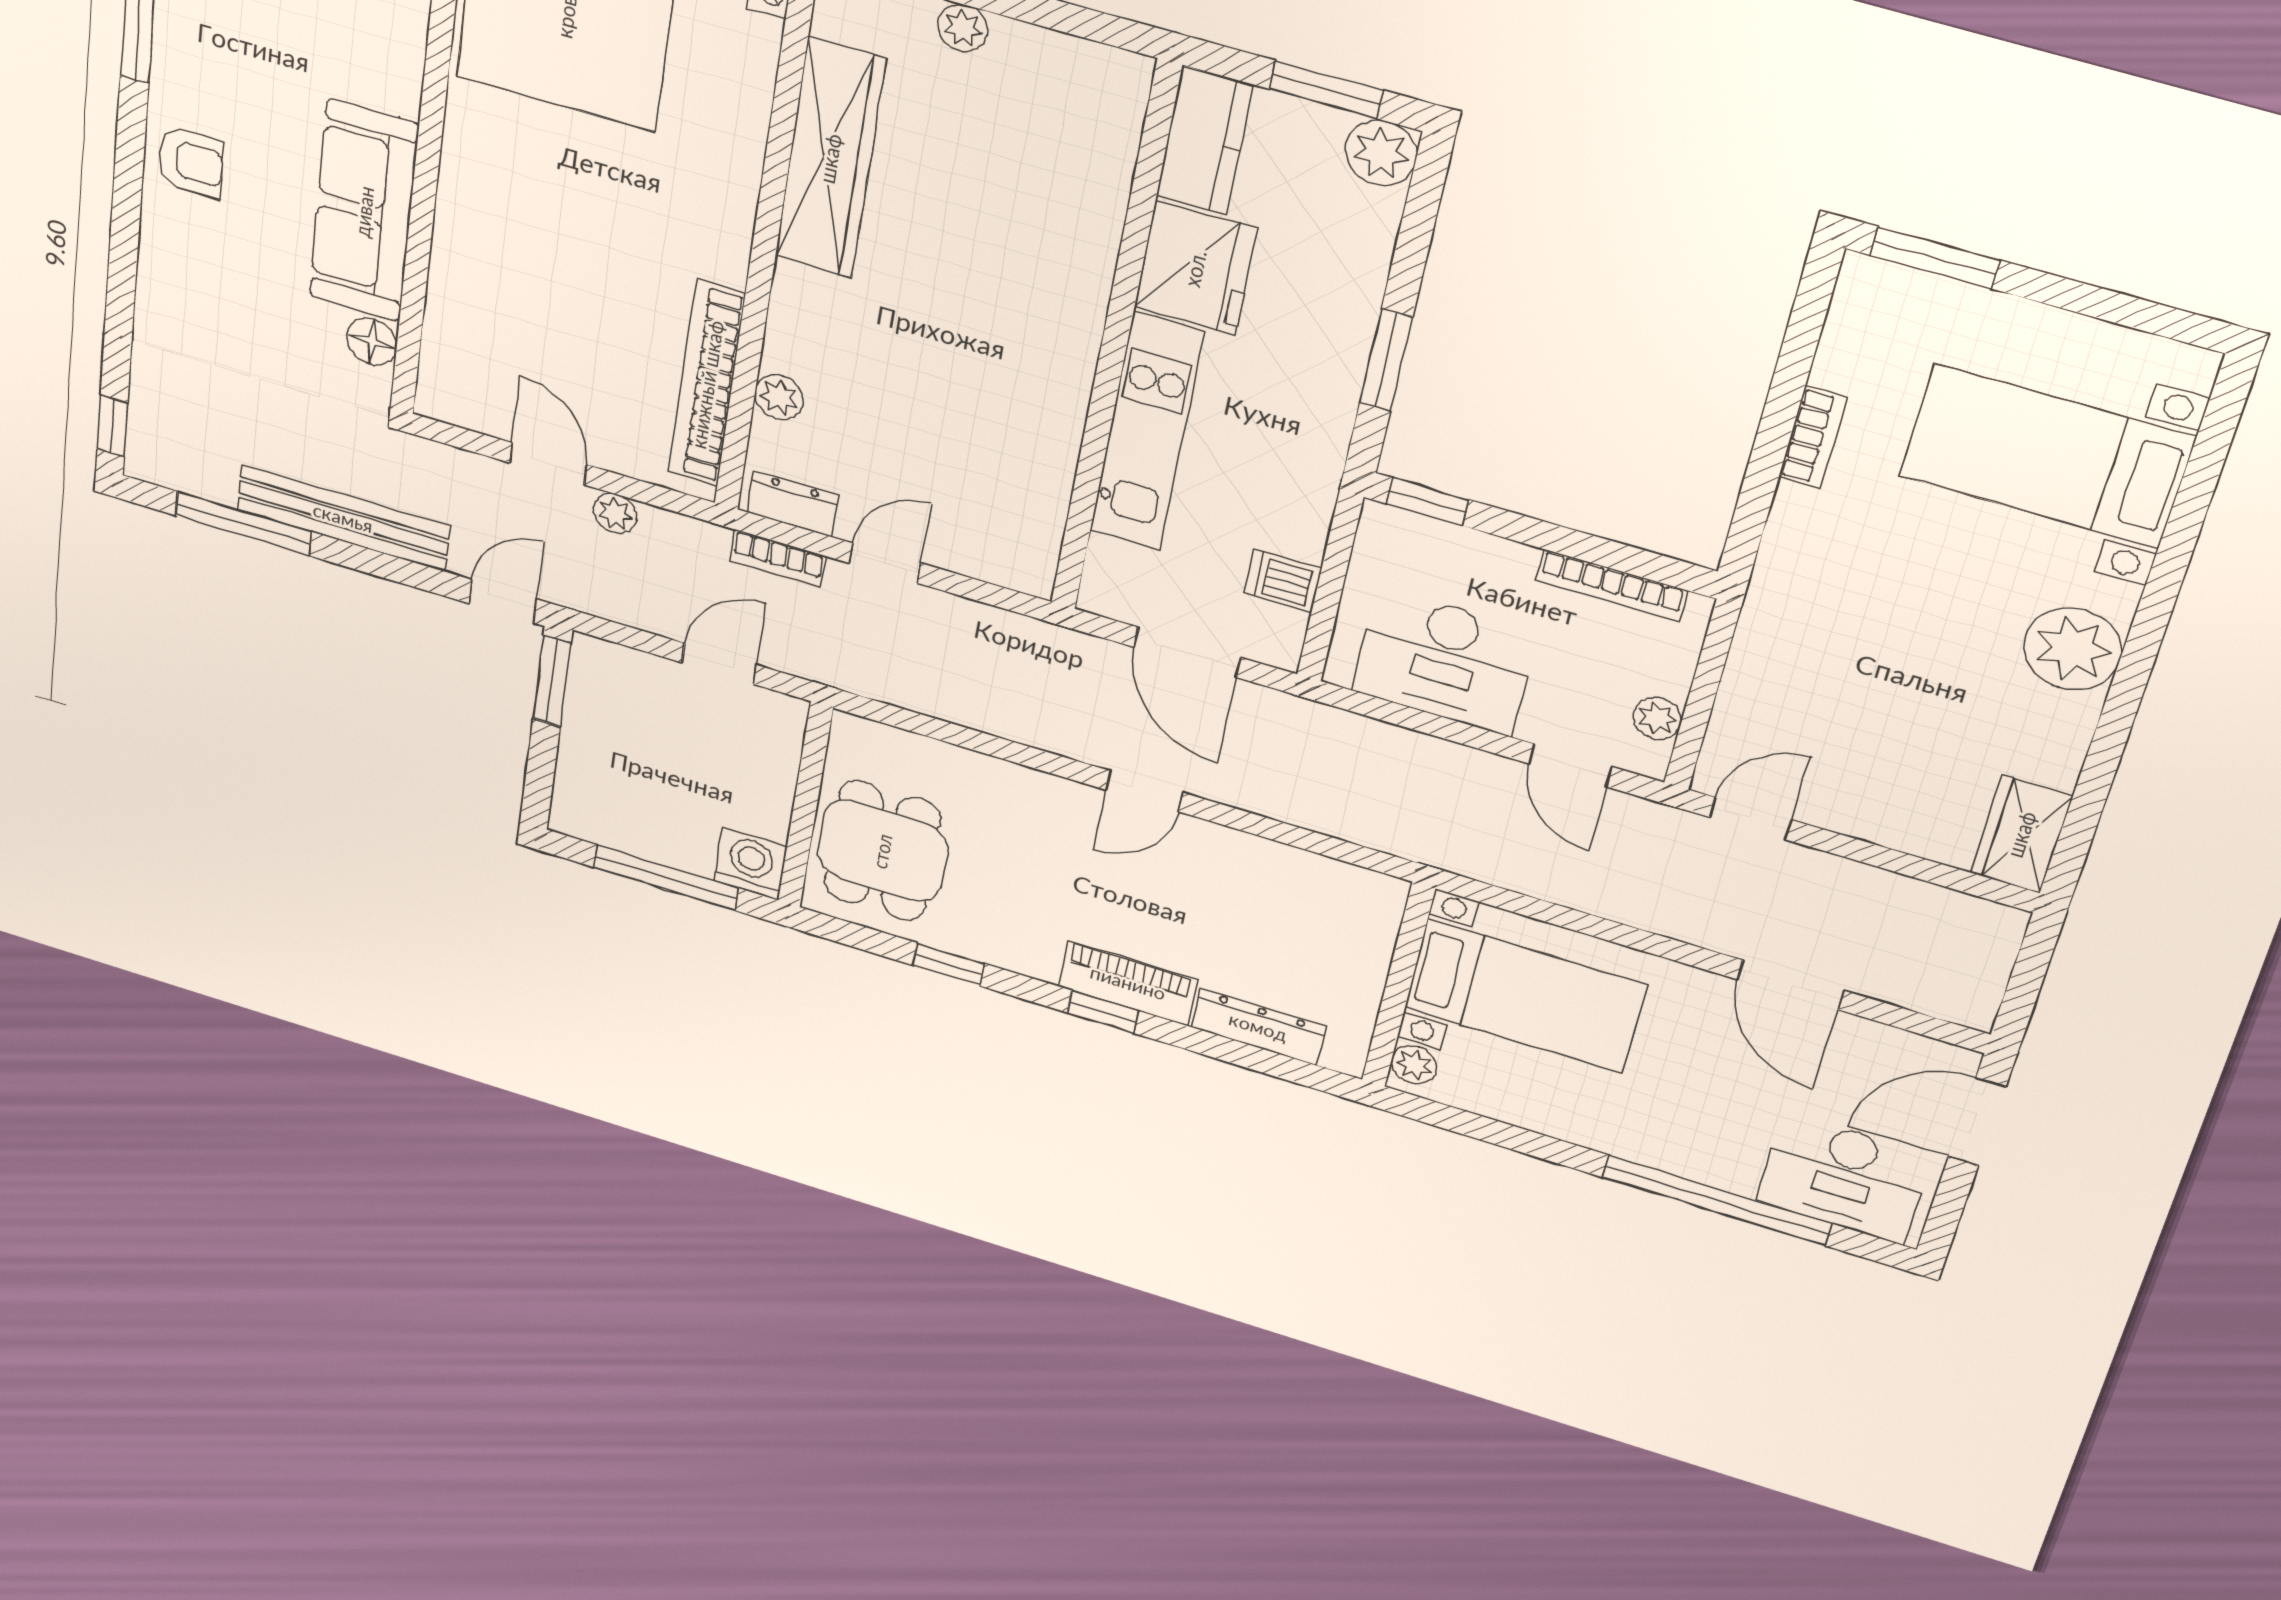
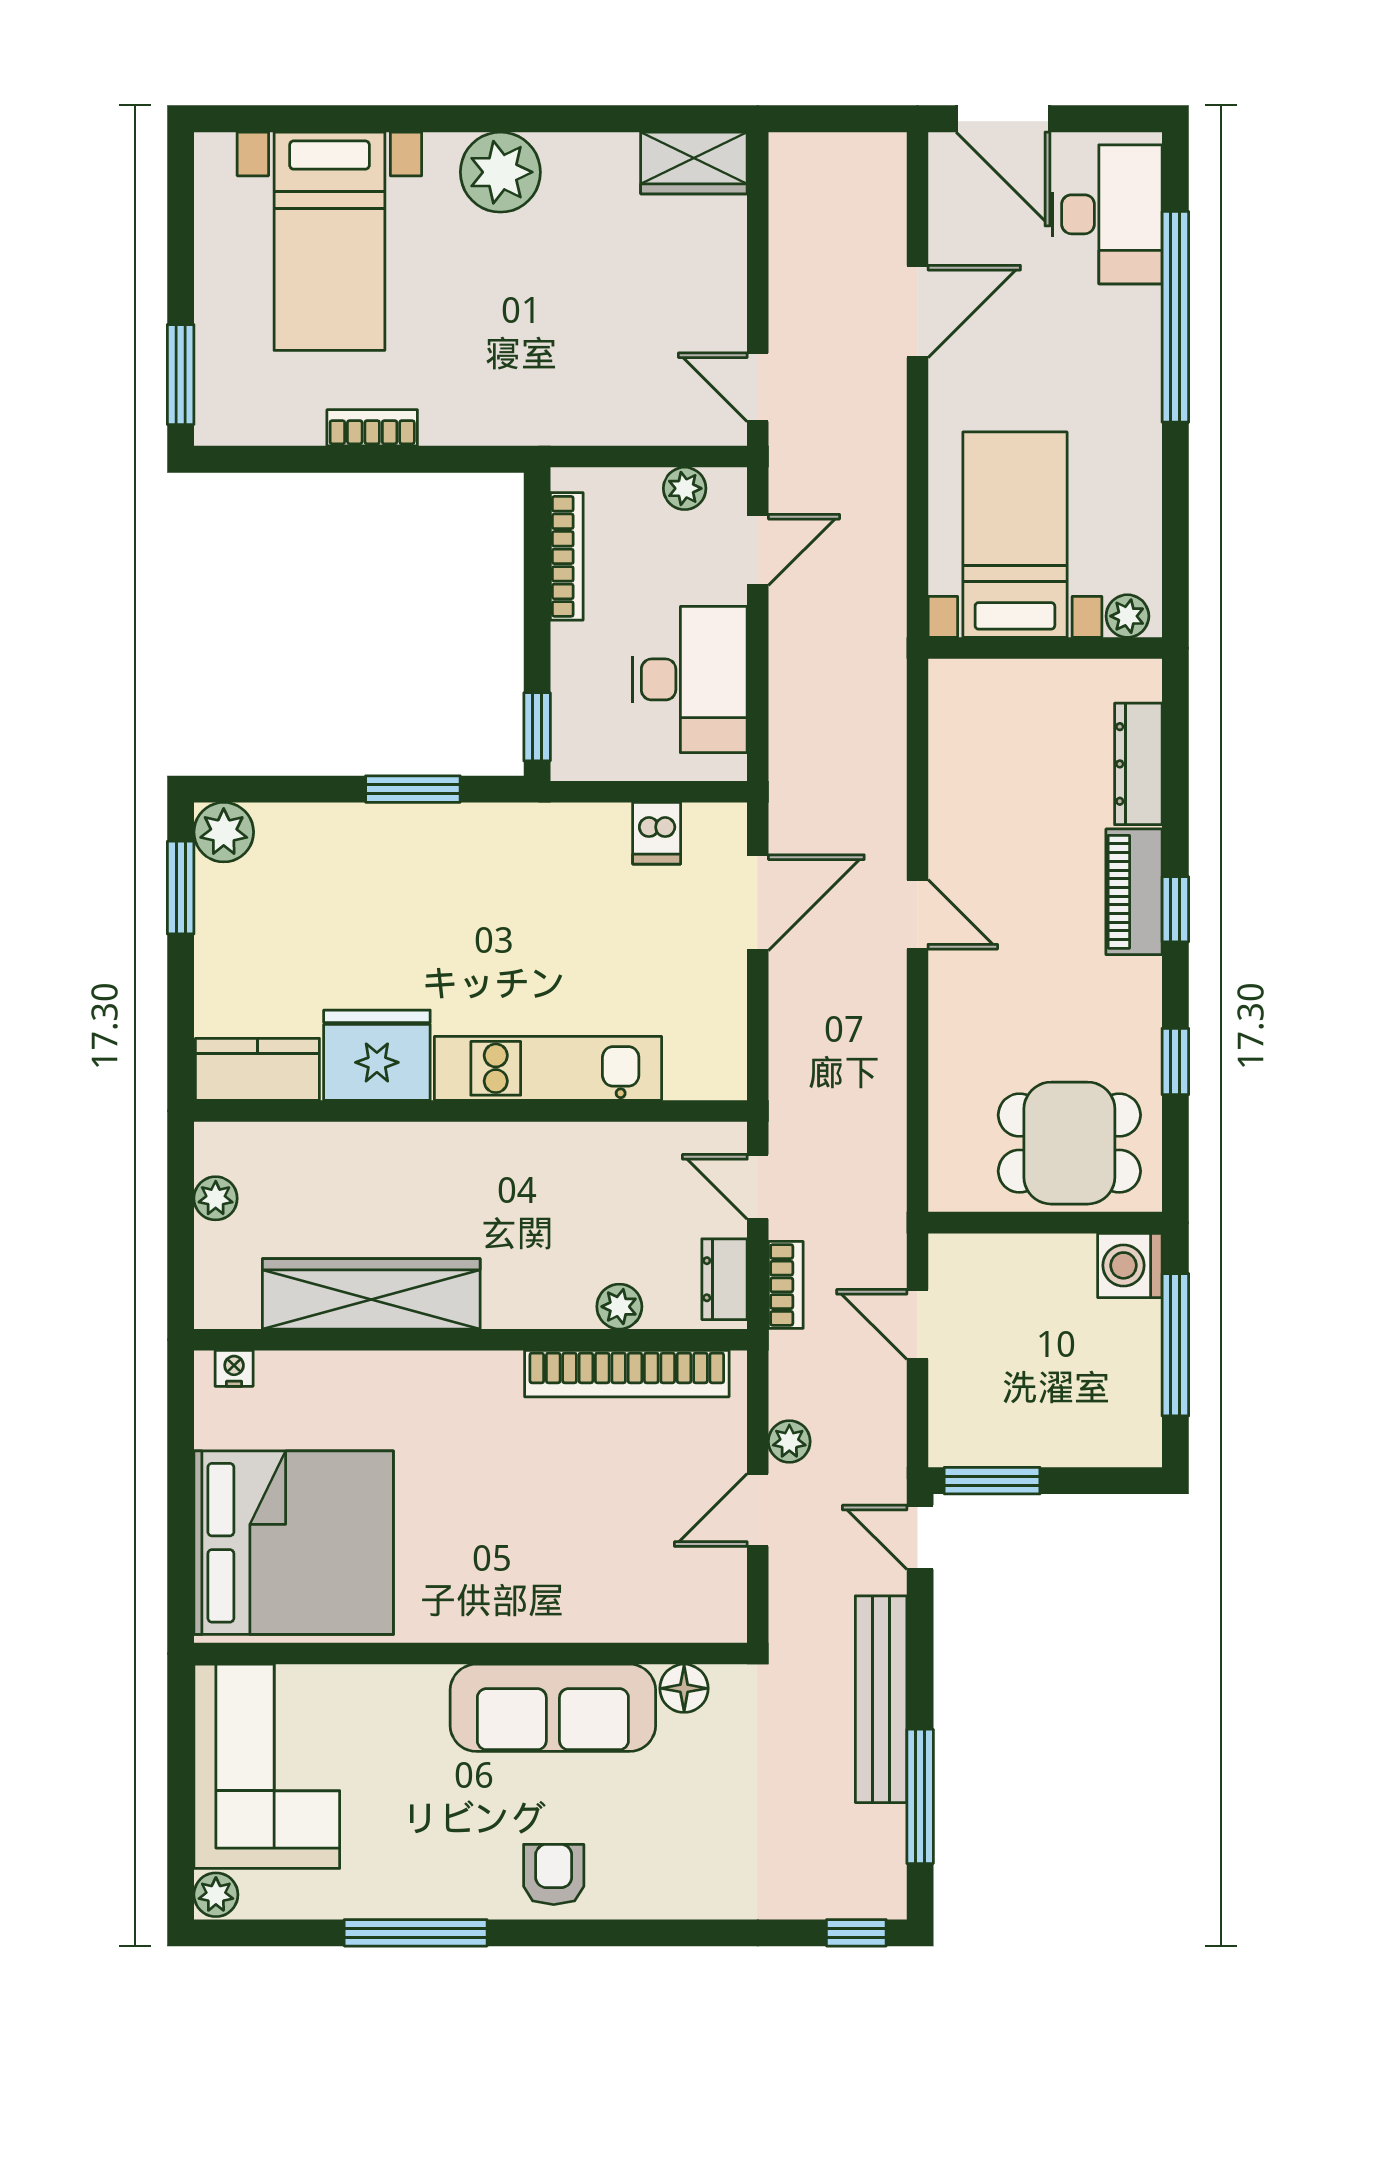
kitchen counter: (1204, 141) -> (257, 1069), moved
fridge: (1195, 268) -> (377, 1055), moved
wall: (1115, 343) -> (471, 1111), moved
kitchen unit: (1146, 432) -> (548, 1068), moved

